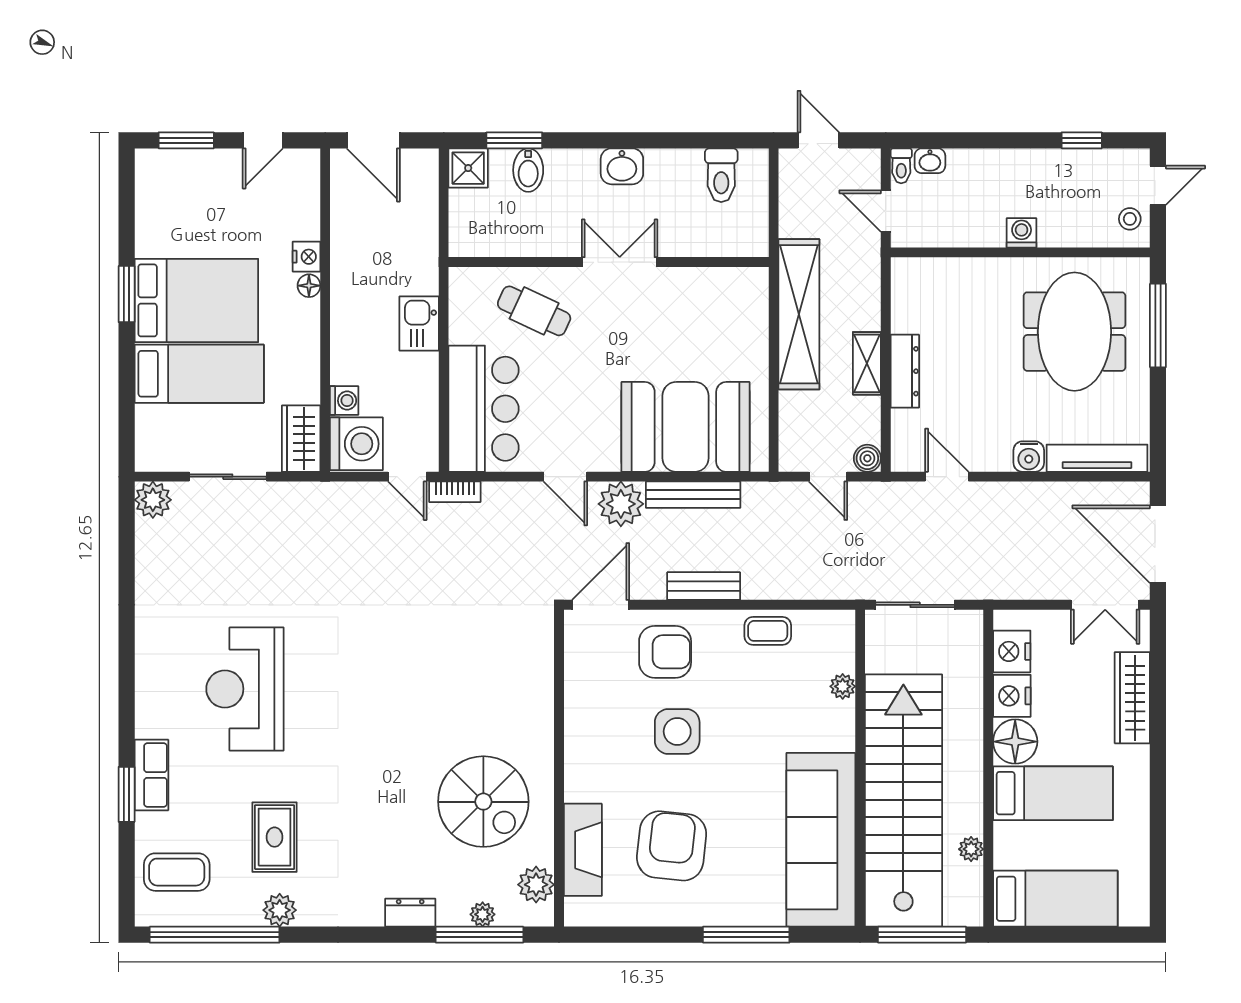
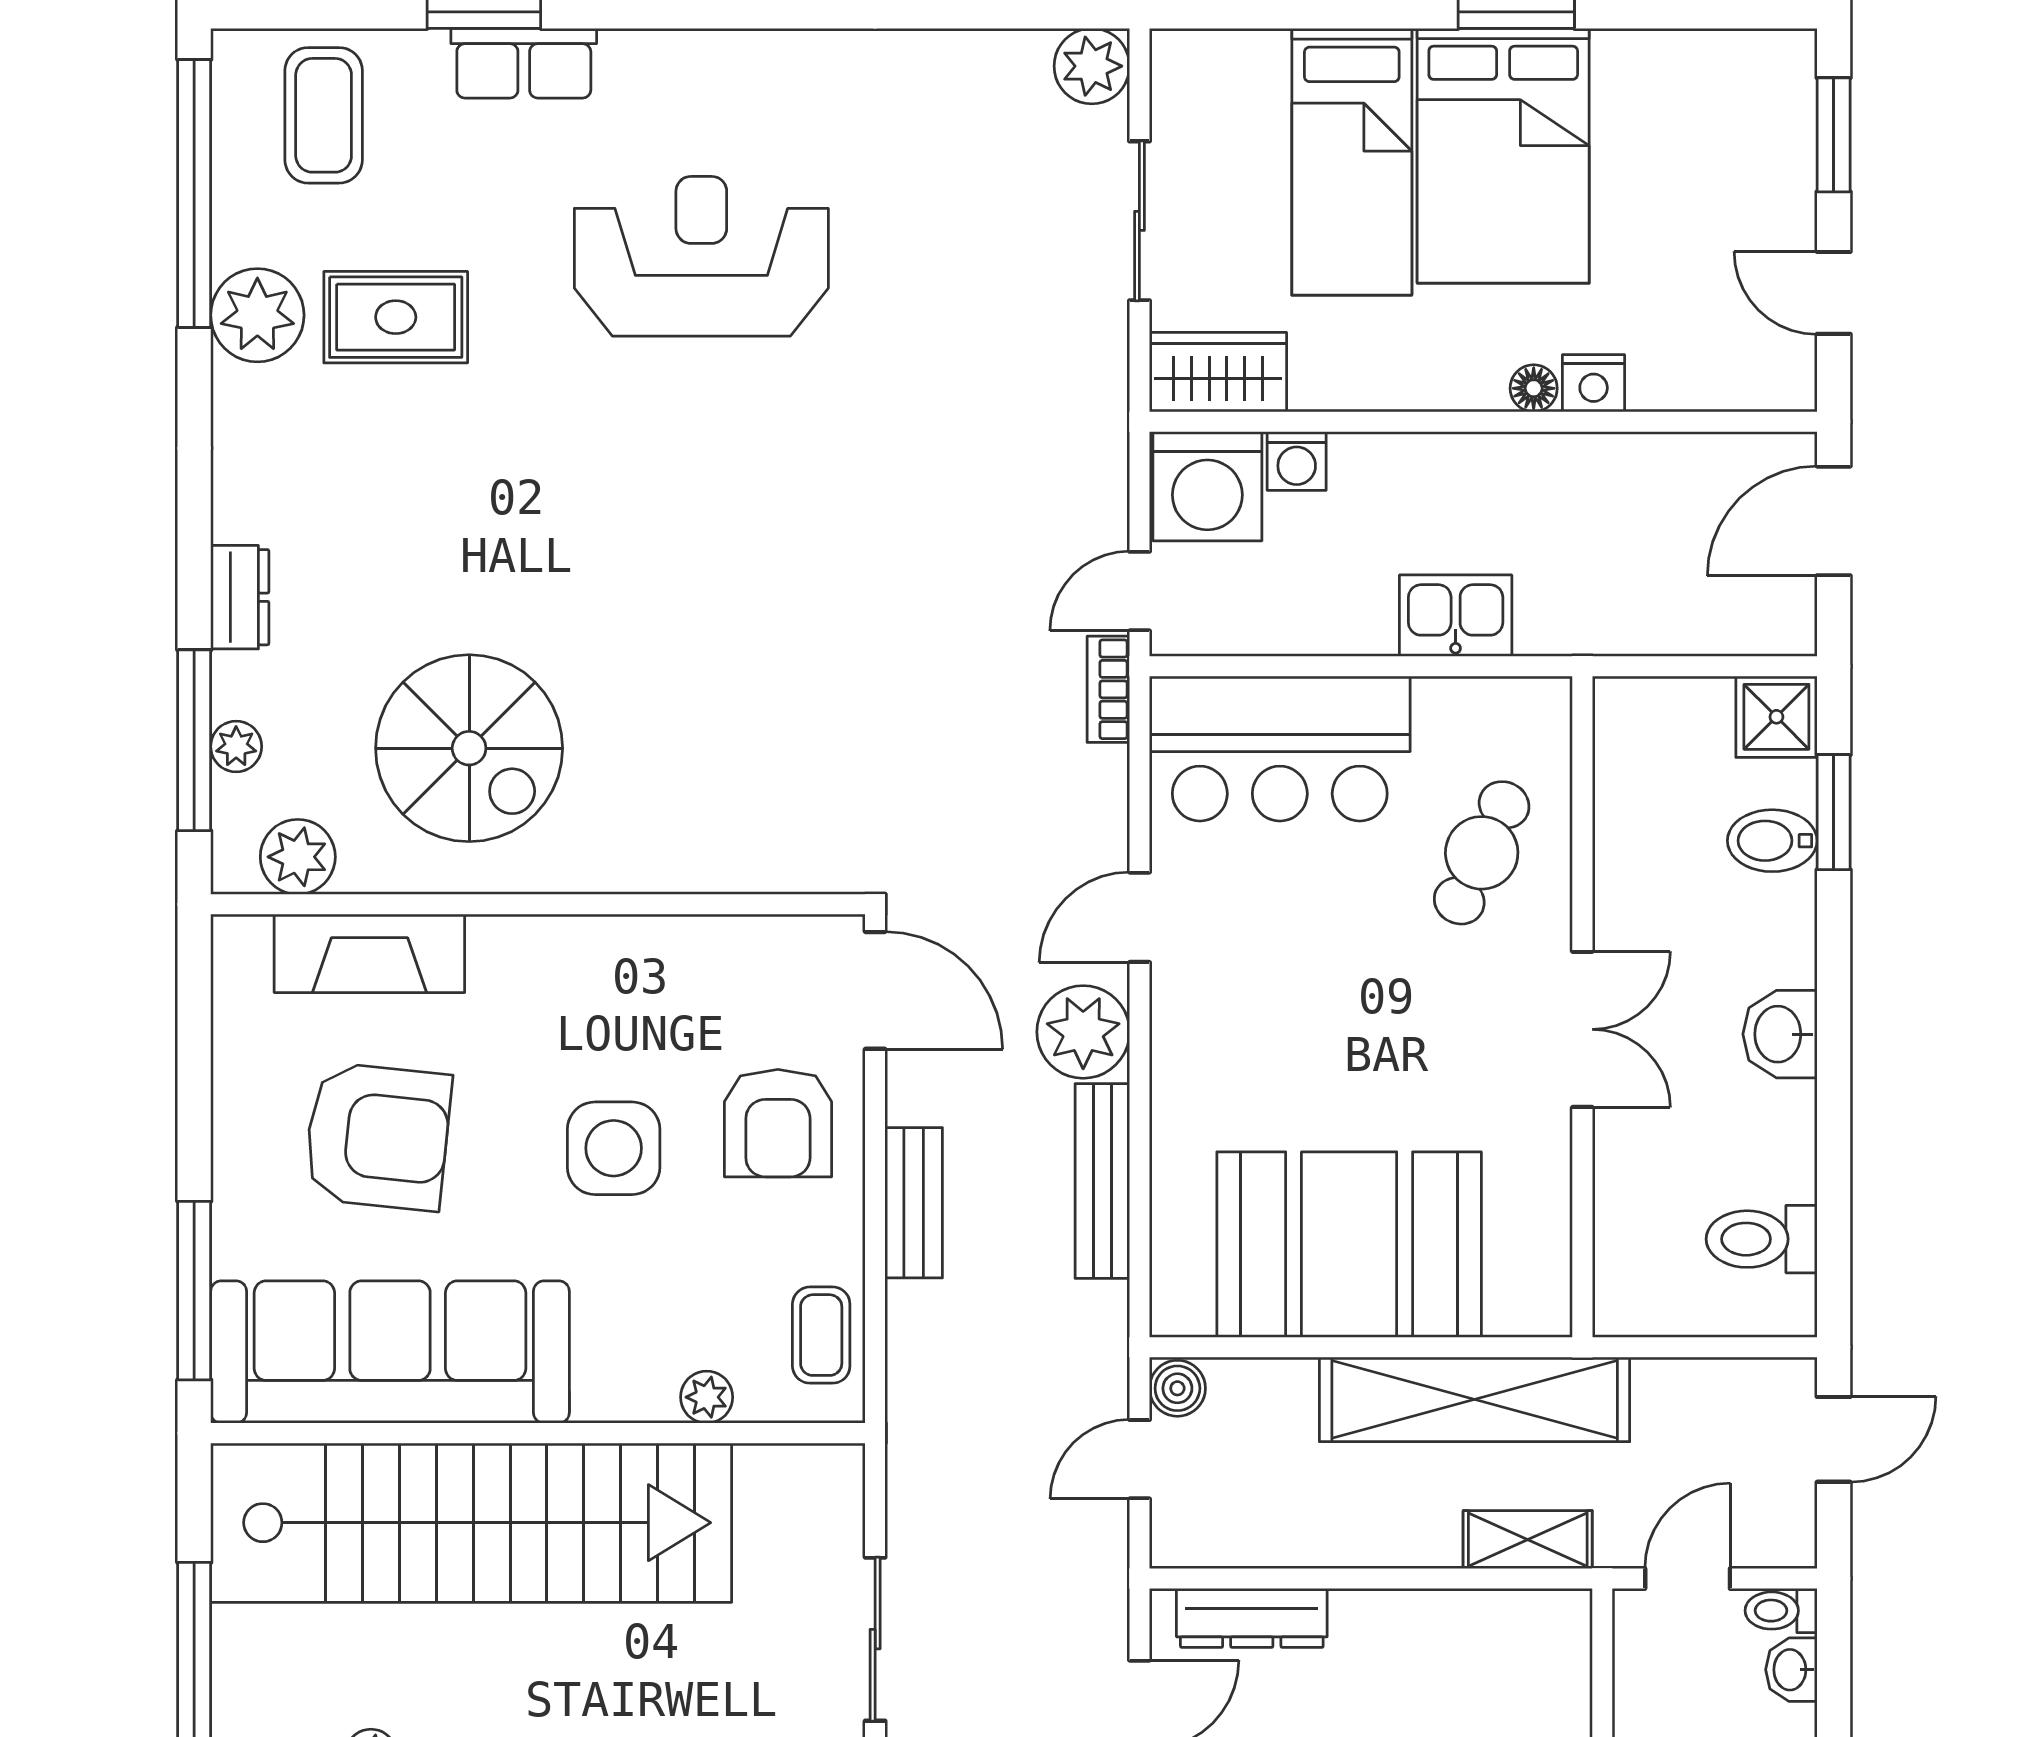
shelving: (867, 363) -> (1528, 1540), moved
dresser: (905, 371) -> (1252, 1618), moved
booth: (685, 427) -> (1349, 1245), moved, turned 90
boiler: (867, 458) -> (1177, 1388), moved
plant: (843, 686) -> (707, 1397), moved
wall: (860, 768) -> (538, 1433), moved
stairs: (903, 800) -> (471, 1523), moved
spiral stairs: (483, 802) -> (469, 748), turned -90
sofa: (821, 840) -> (390, 1352), moved
plant: (280, 910) -> (257, 315), width x1.36, depth x1.36

